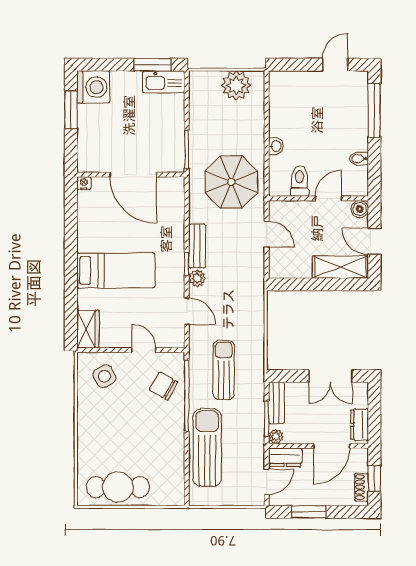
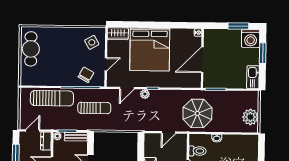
window: (153, 65) -> (263, 53), moved
bench: (197, 246) -> (163, 94), removed
bed: (116, 270) -> (150, 49), width x2.04
door: (267, 482) -> (33, 131), swing flipped

